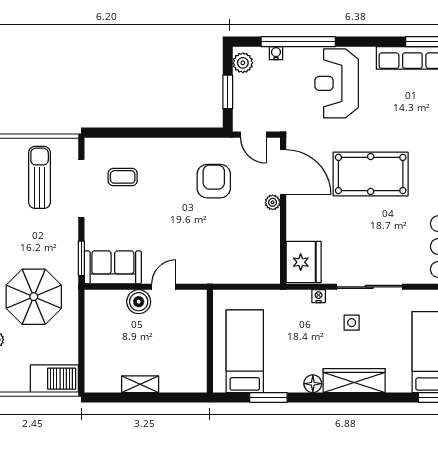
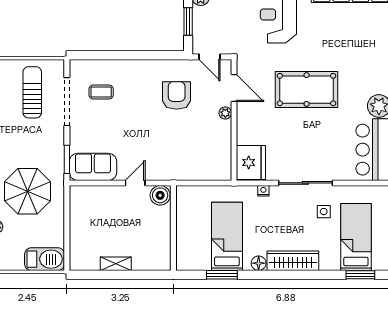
door: (283, 172) -> (234, 88), width x0.73
boiler: (139, 302) -> (160, 195), moved
side table: (352, 323) -> (324, 212), moved
bed: (245, 351) -> (227, 236), moved

